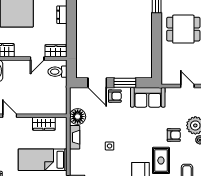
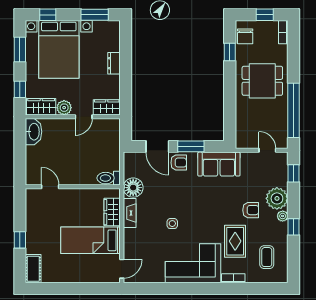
plant: (21, 51) -> (64, 108), added
toilet: (57, 72) -> (109, 178), moved
wardrobe: (44, 124) -> (112, 212), moved, turned 90

